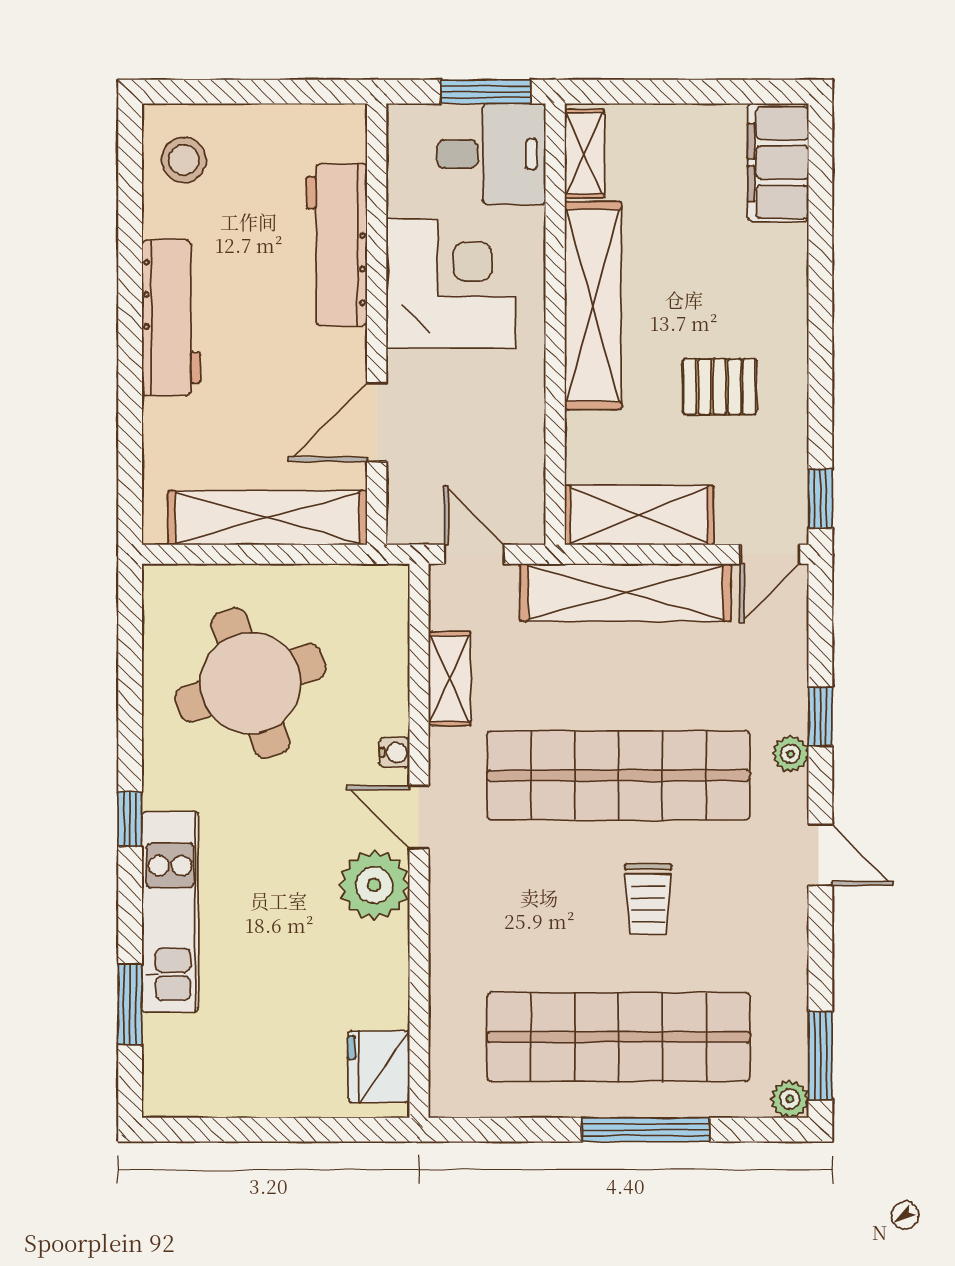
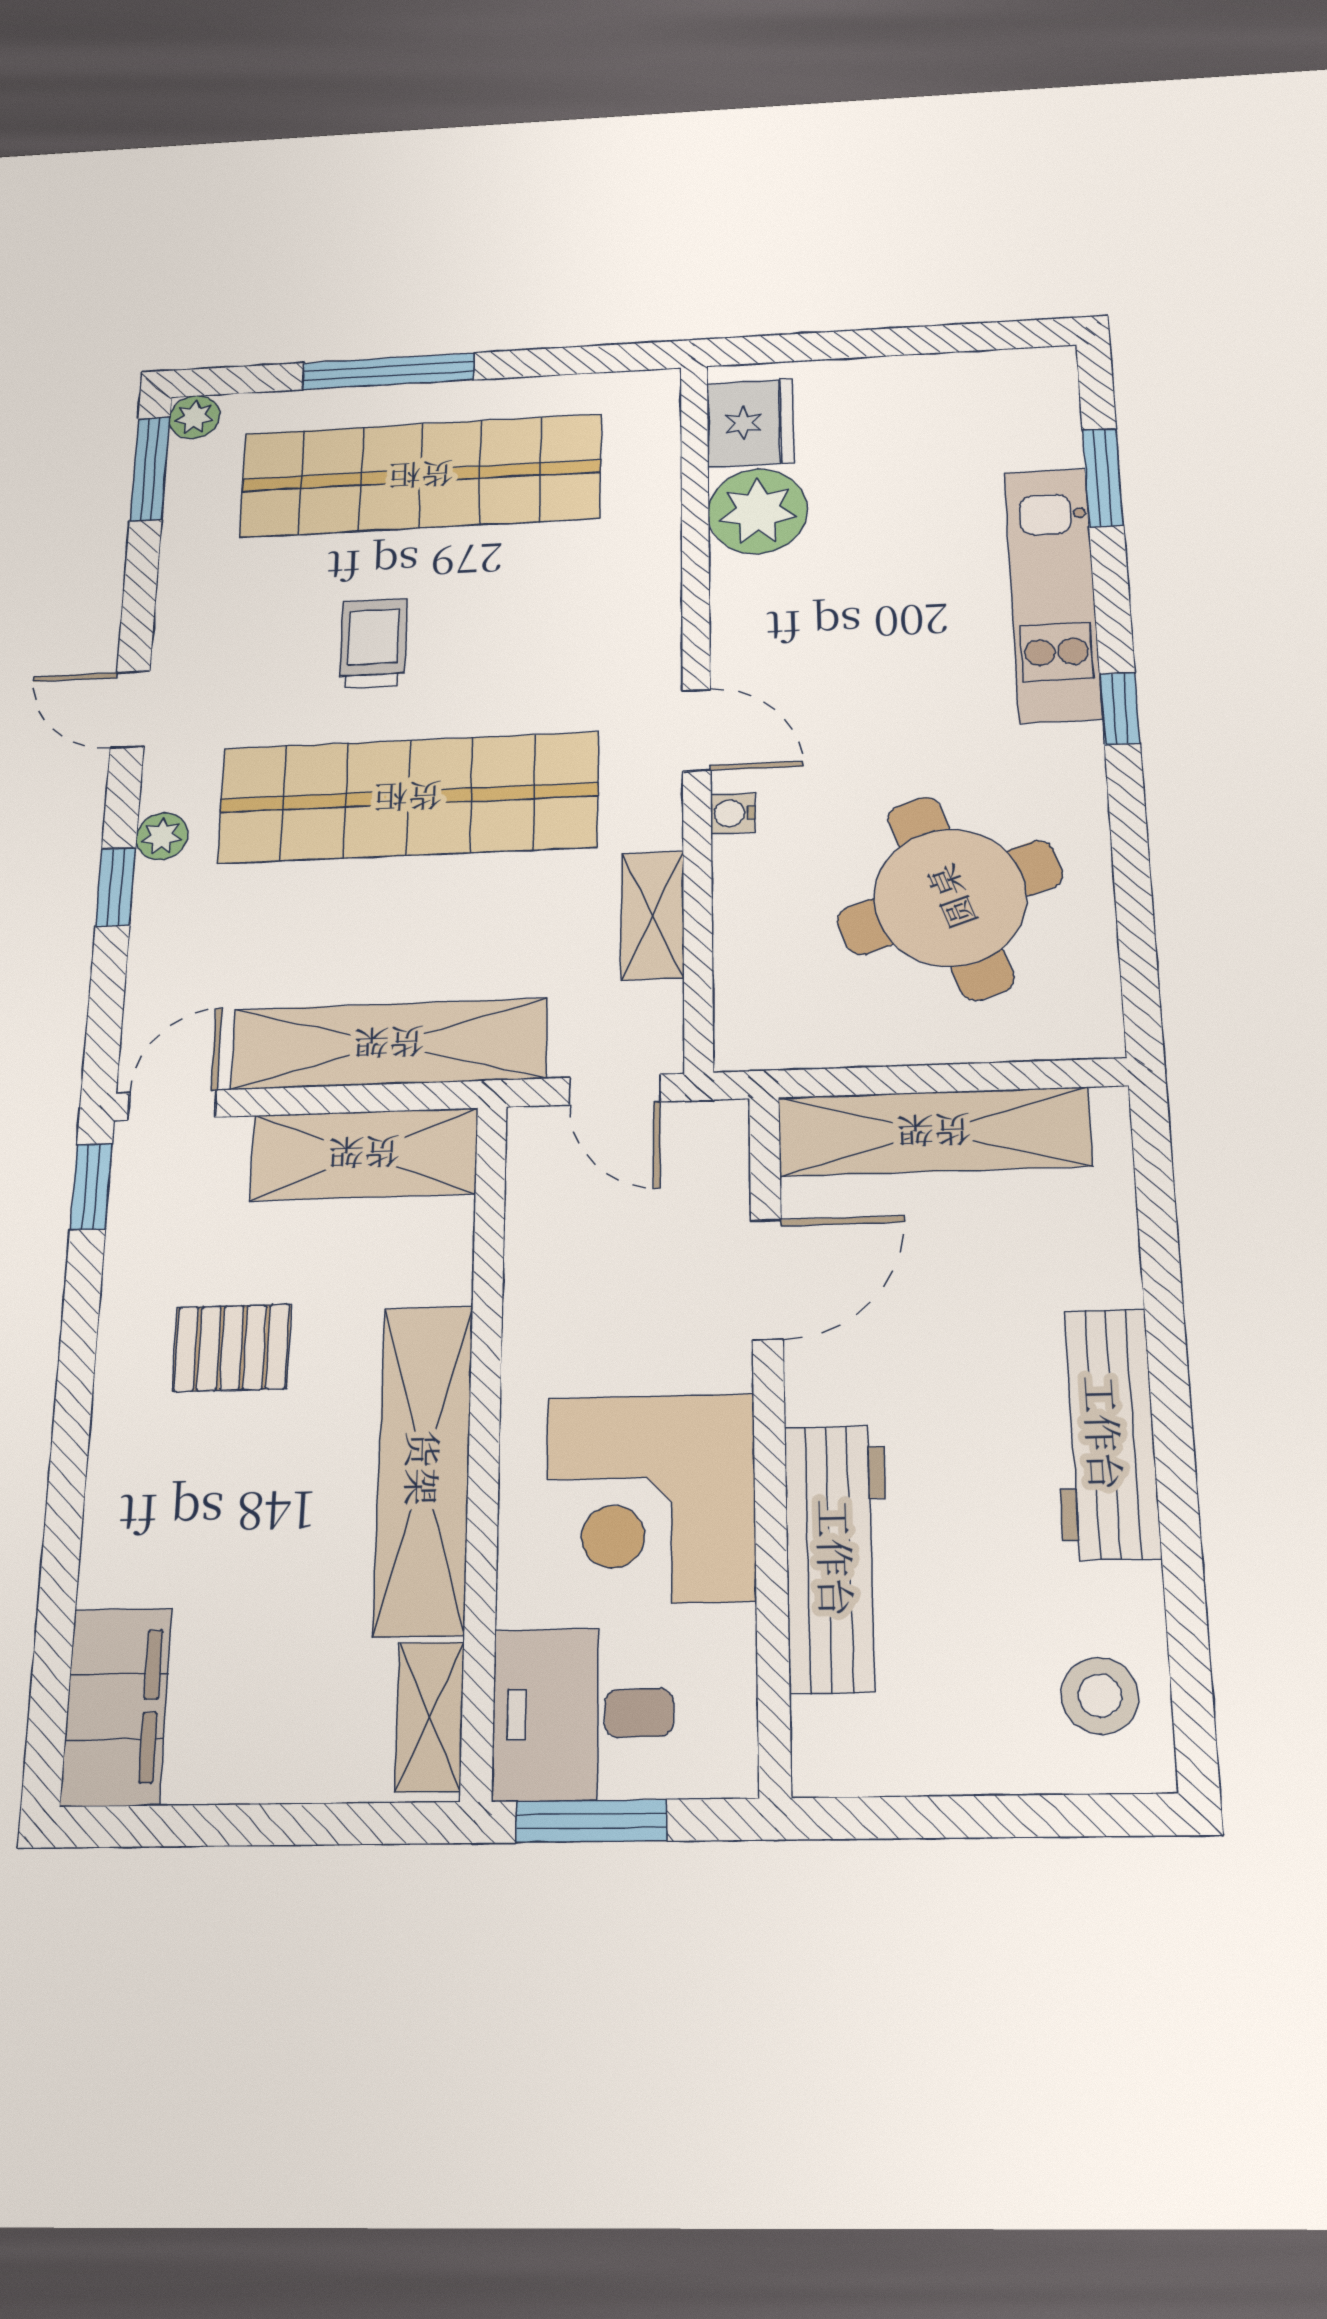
plant: (374, 885) -> (758, 511), moved

